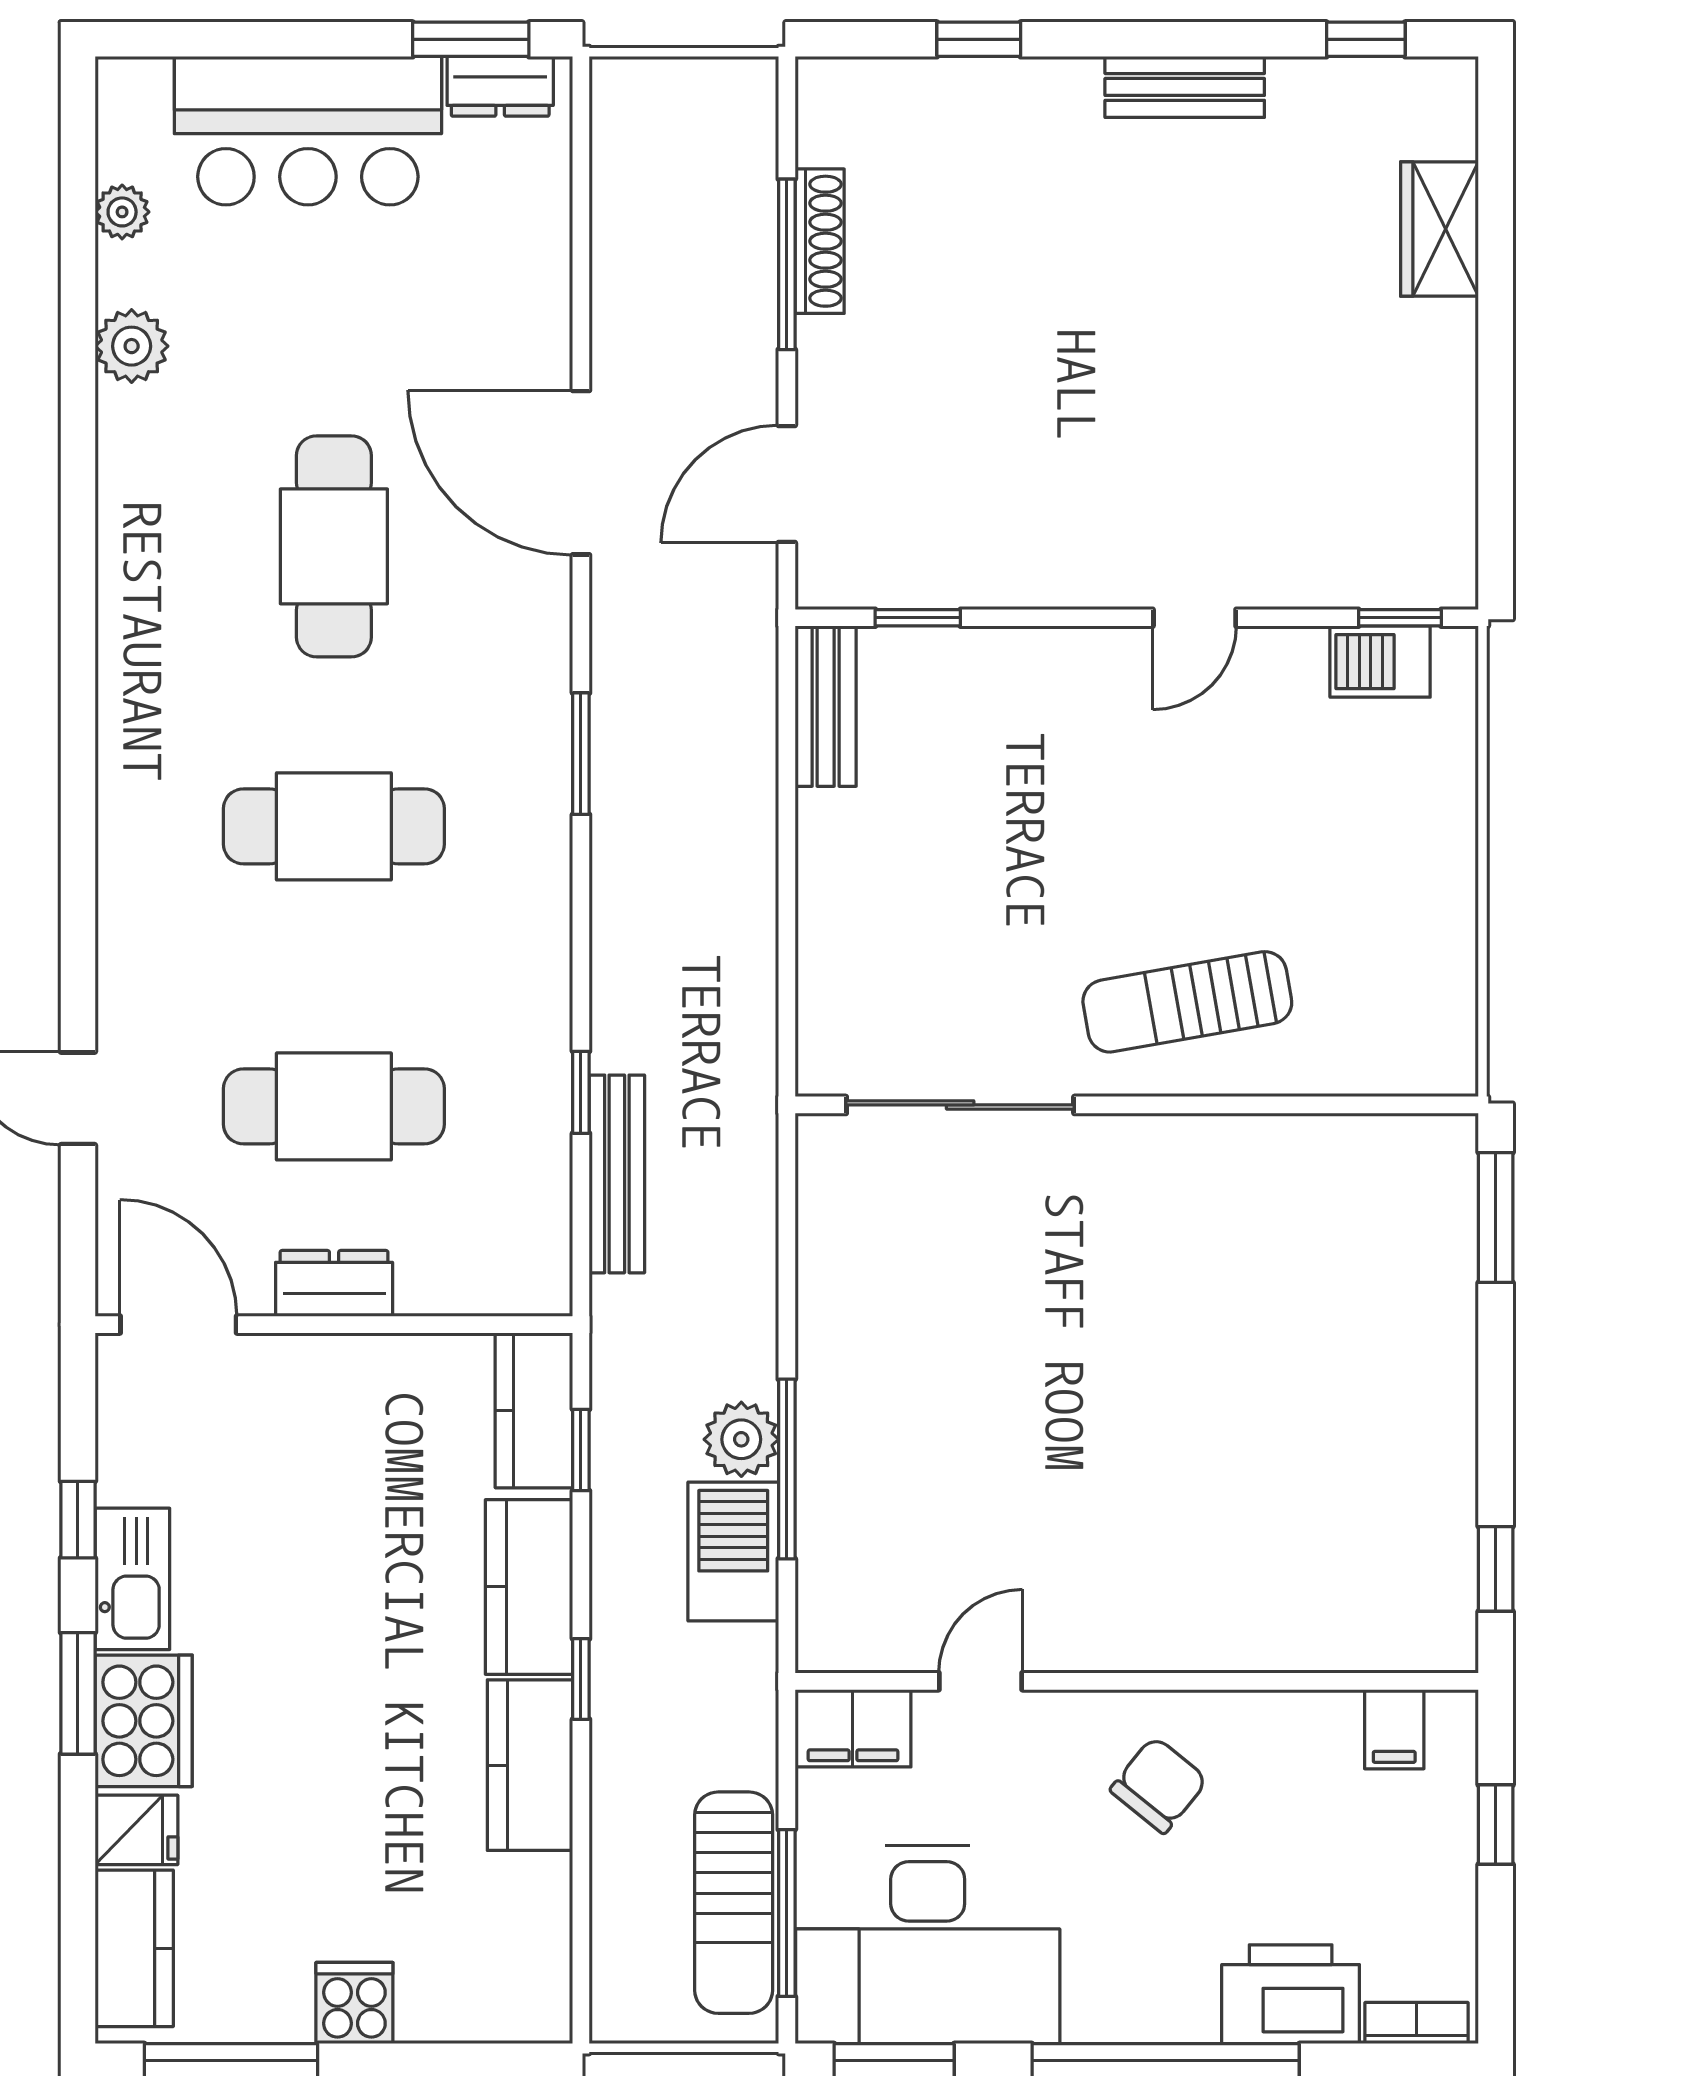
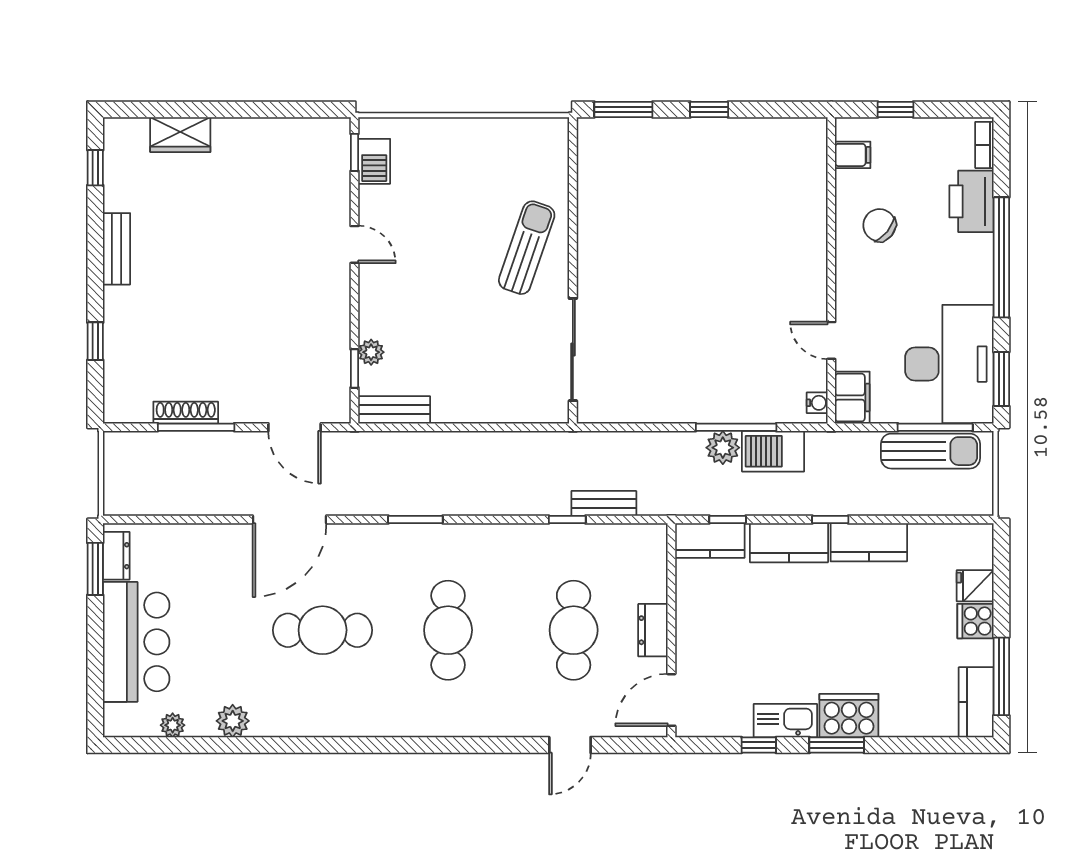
plant: (954, 655) -> (371, 352), added
sun lounger: (1187, 1002) -> (527, 248), turned -151
bench: (617, 1174) -> (604, 503), width x0.73
window: (1496, 1569) -> (709, 109), moved
water cooler: (841, 1650) -> (817, 403), added
chair: (1159, 1785) -> (879, 225), moved
fridge: (136, 1830) -> (975, 586), moved, turned -90
kitchen counter: (134, 1948) -> (976, 702), moved, turned -90

